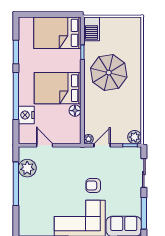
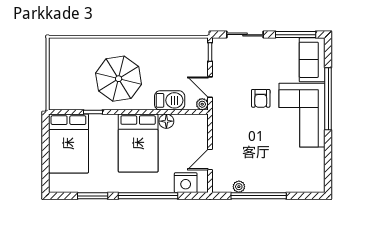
barbecue: (92, 29) -> (170, 100), moved
nightstand: (26, 115) -> (186, 183), moved
plant: (135, 137) -> (200, 46), removed
plant: (27, 168) -> (239, 187), width x0.53, depth x0.53

